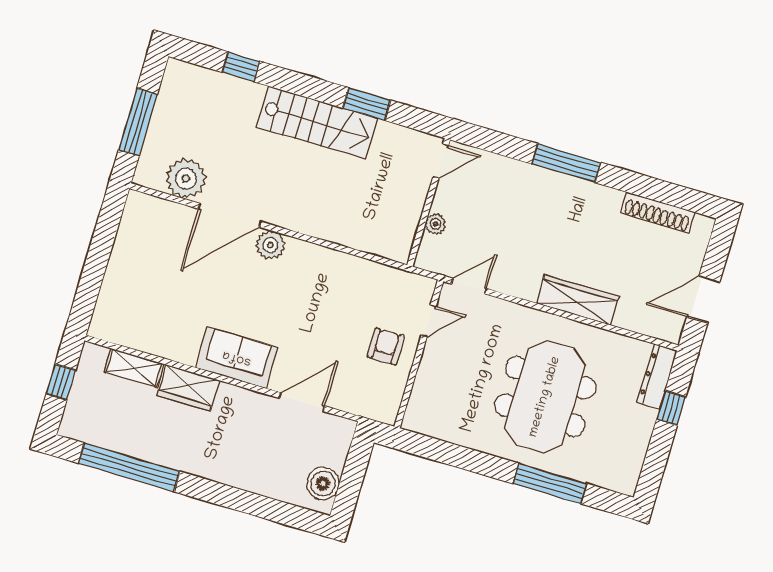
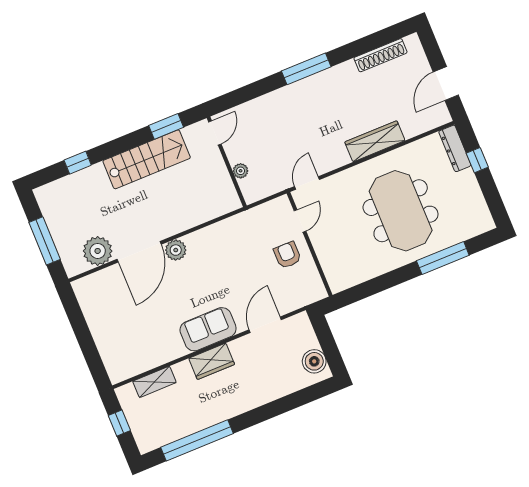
door: (441, 161) -> (215, 133), moved
wall: (429, 202) -> (227, 162), moved
plant: (436, 224) -> (241, 171), moved
wardrobe: (188, 388) -> (212, 361), moved

